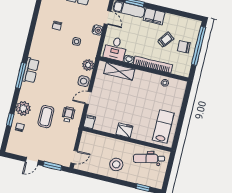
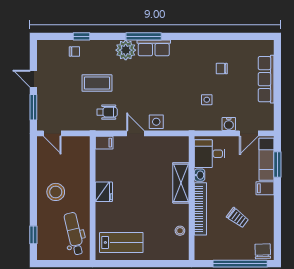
filing cabinet: (154, 16) -> (265, 188), width x0.50
chair: (184, 47) -> (263, 251), moved
plant: (88, 65) -> (179, 123), removed
shelving: (119, 71) -> (181, 183), moved
plant: (23, 108) -> (126, 50), moved

